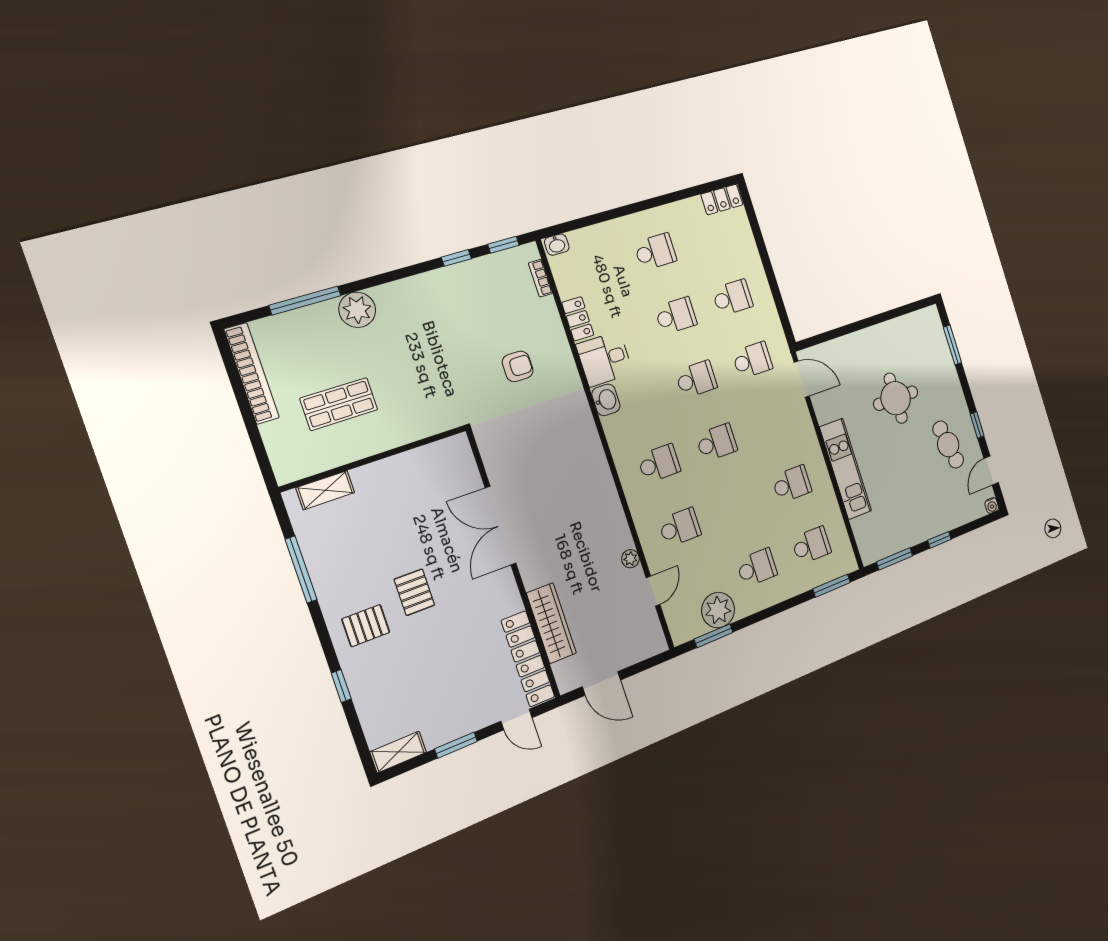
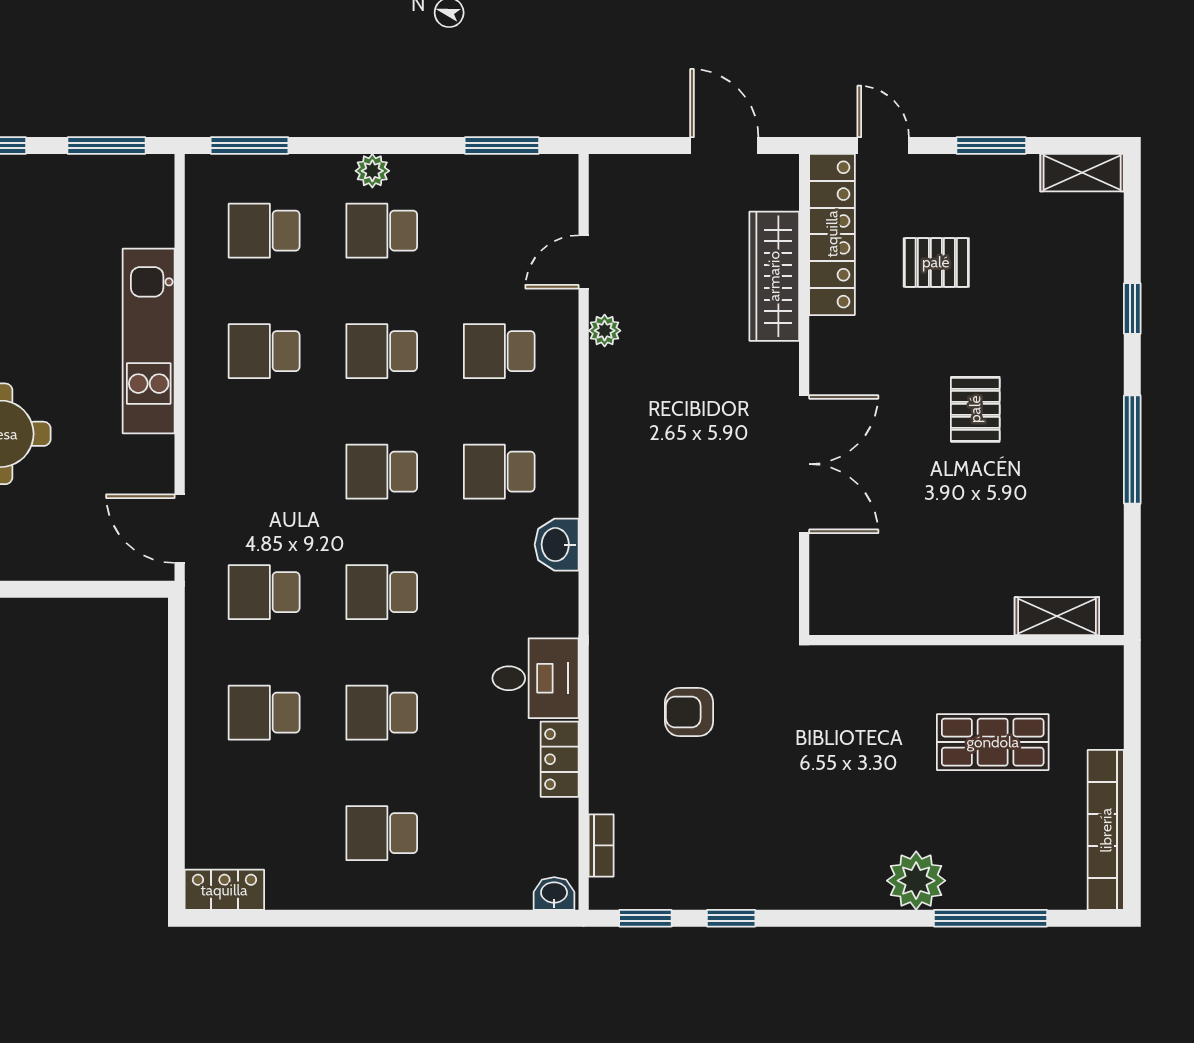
washbasin: (606, 400) -> (557, 545), moved
school desk: (737, 505) -> (382, 351), added
window: (301, 570) -> (1132, 450), moved
plant: (718, 610) -> (372, 171), moved, width x0.53, depth x0.53
pallet: (366, 626) -> (936, 262), moved

